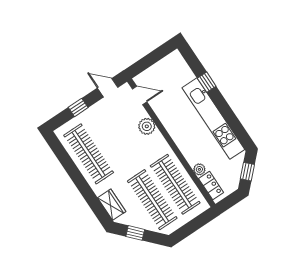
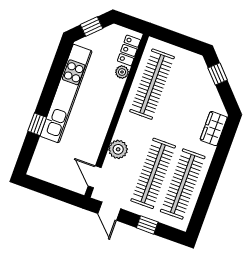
clothes rail: (152, 200) -> (153, 173), moved
window: (135, 233) -> (218, 74), moved

